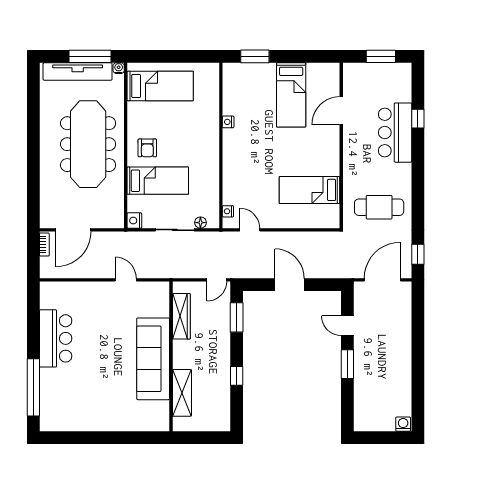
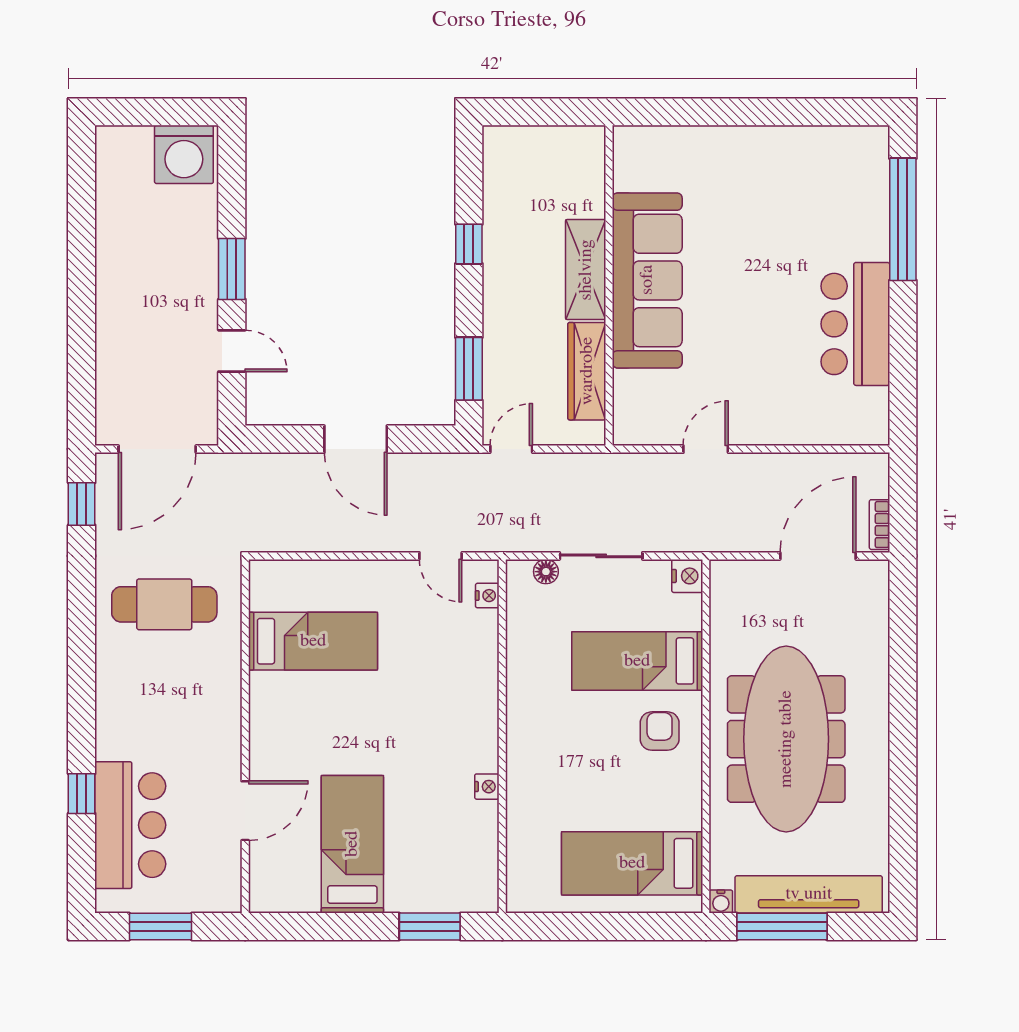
bar counter: (395, 133) -> (130, 825), moved
door: (126, 280) -> (706, 449), swing flipped
shelving: (182, 393) -> (586, 270), moved
washing machine: (403, 424) -> (184, 154), moved, width x1.89, depth x1.89

